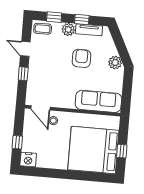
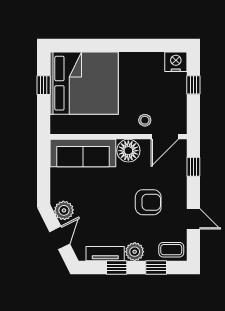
door: (120, 44) -> (60, 238), added
armchair: (82, 58) -> (148, 202), moved, turned -90
window: (23, 74) -> (193, 167), moved
floor lamp: (67, 100) -> (128, 151), added
door: (40, 108) -> (165, 137), swing flipped

